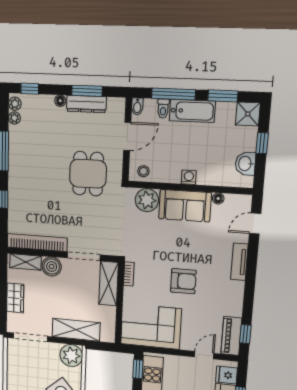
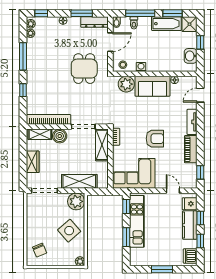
dresser: (86, 104) -> (95, 22), moved
bathtub: (192, 111) -> (166, 24), moved
washing machine: (189, 177) -> (141, 67), moved
piano: (231, 336) -> (191, 149), moved
door: (204, 355) -> (173, 191), hinge flipped

